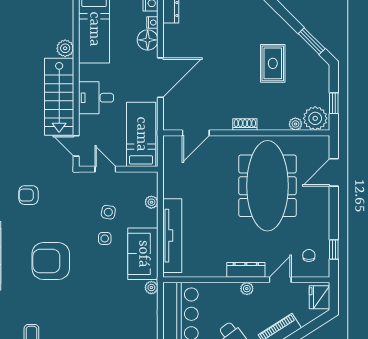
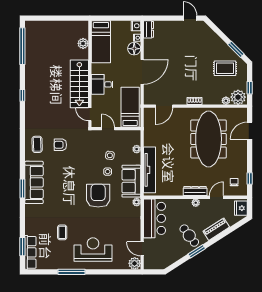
plant: (65, 48) -> (83, 43), moved
rug: (273, 63) -> (225, 68), moved, turned 90
armchair: (51, 261) -> (98, 196), moved, turned 90

